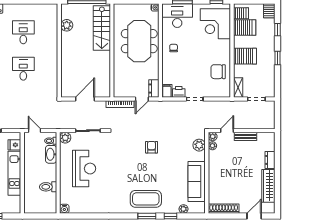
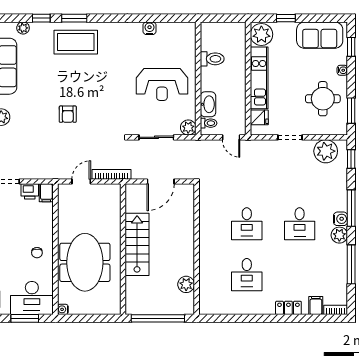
stairs: (102, 28) -> (137, 244), moved
dresser: (154, 89) -> (65, 196), removed
reception desk: (84, 169) -> (162, 84), turned -90
plant: (13, 204) -> (261, 34), added
water cooler: (64, 209) -> (150, 28), moved

